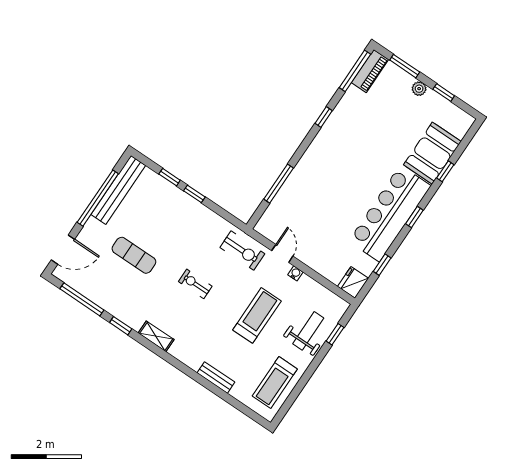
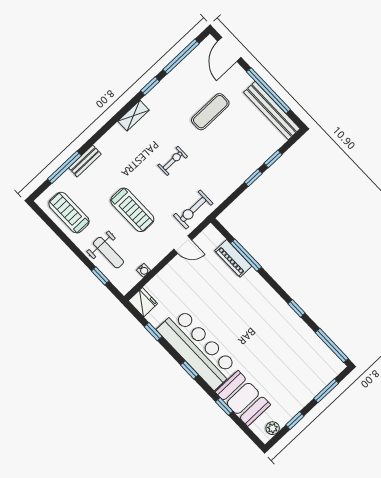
piano: (370, 71) -> (233, 258), moved
plant: (419, 89) -> (273, 428), moved
water cooler: (295, 273) -> (144, 270), moved
window: (227, 398) -> (64, 167), added

